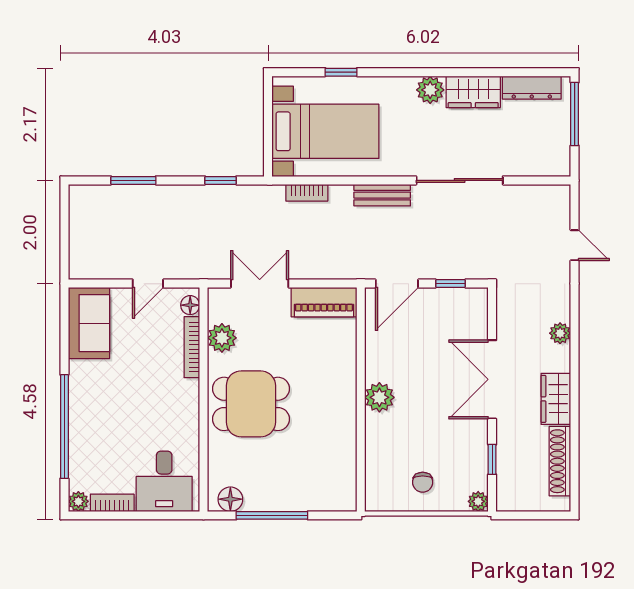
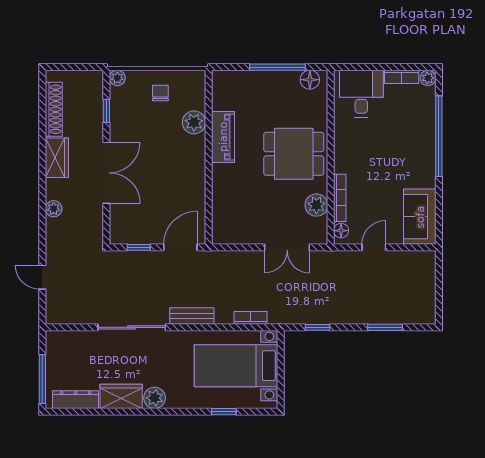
piano: (324, 302) -> (223, 137), moved, turned 90
plant: (379, 397) -> (194, 122), moved

